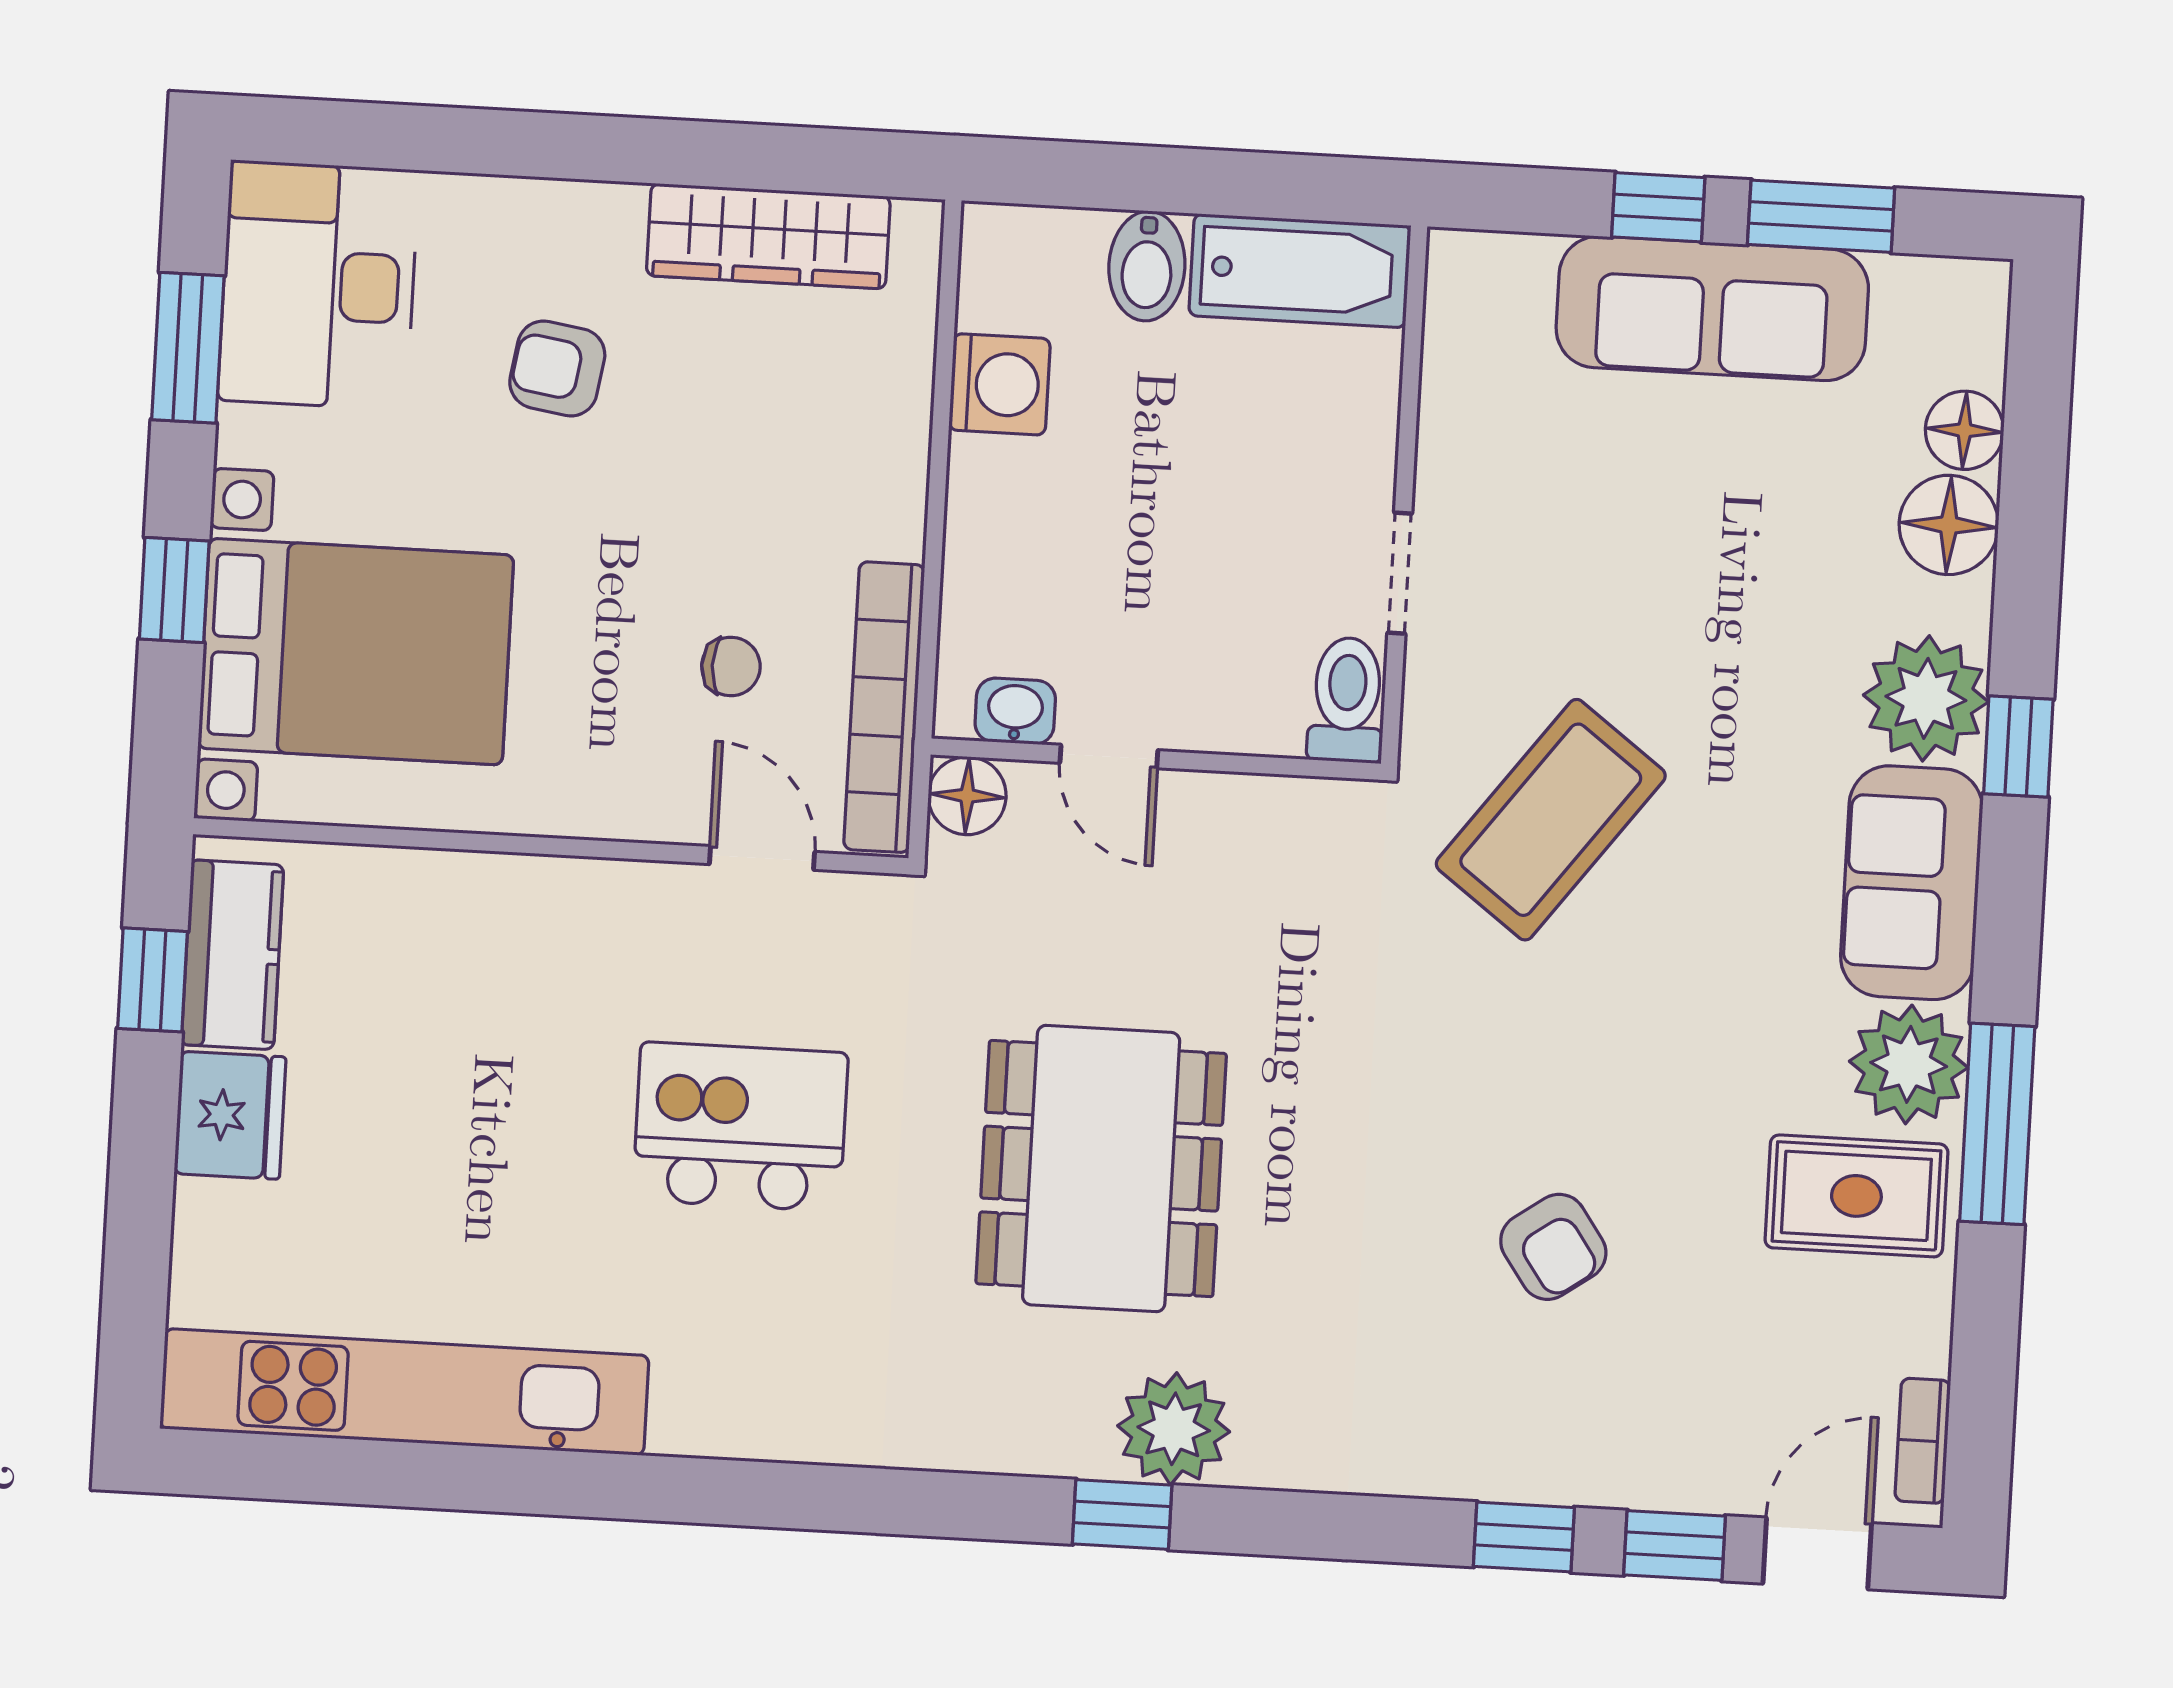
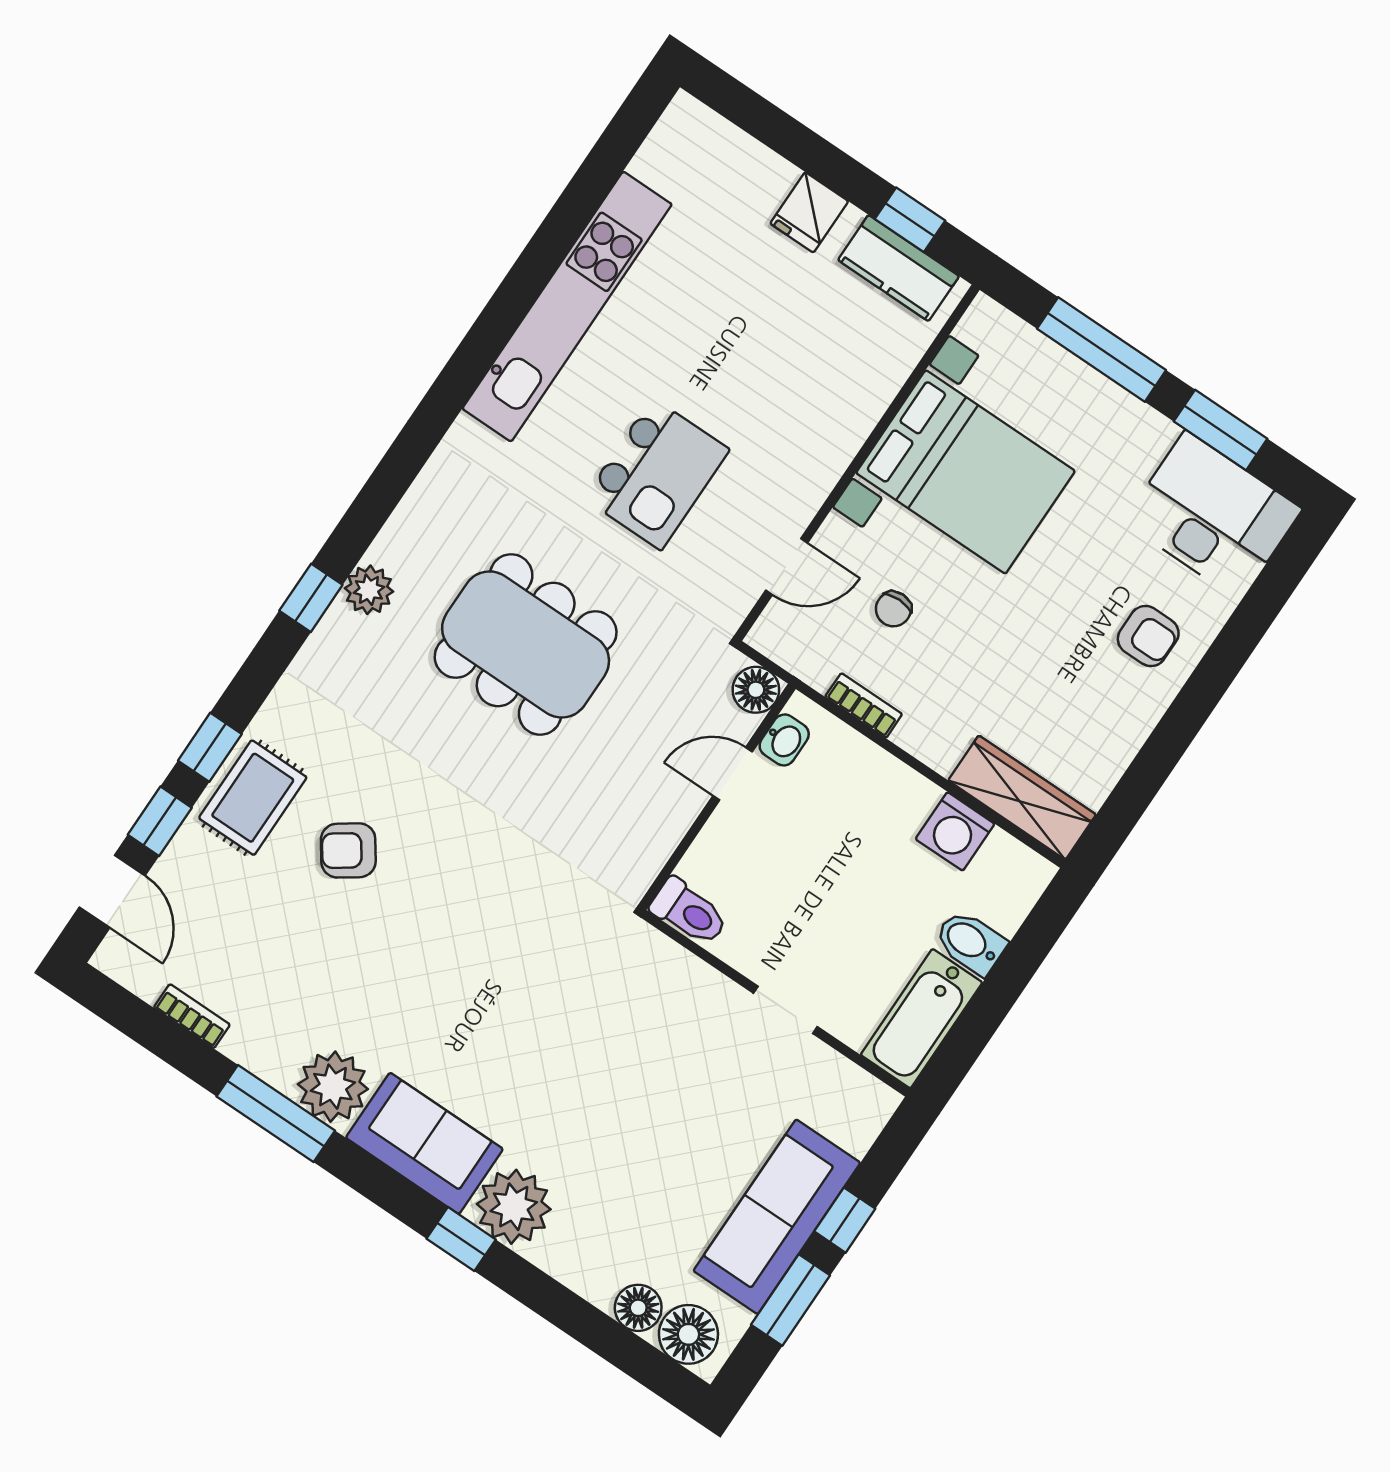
wardrobe: (768, 236) -> (1022, 798), moved, turned 90
armchair: (557, 368) -> (1148, 636), moved, turned 81
floor lamp: (1949, 525) -> (688, 1334), moved
doorway: (1400, 573) -> (785, 1010), moved
window: (174, 590) -> (1102, 349), width x2.17
bed with nightstands: (356, 652) -> (966, 472), moved, turned -90
bookcase: (884, 707) -> (864, 706), width x0.43, depth x0.76
coffee table: (1551, 820) -> (566, 979), removed
fridge: (230, 1115) -> (809, 212), width x0.72
rug: (1856, 1196) -> (253, 798), moved
kitchen unit: (404, 1392) -> (567, 307), moved
plant: (1174, 1429) -> (369, 590), width x0.73, depth x0.73
bookcase: (1923, 1441) -> (192, 1016), moved
window: (1122, 1515) -> (311, 598), moved

